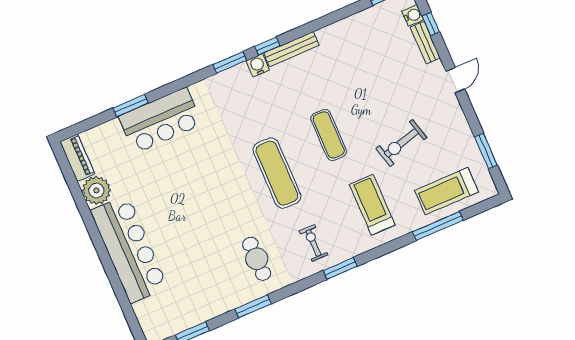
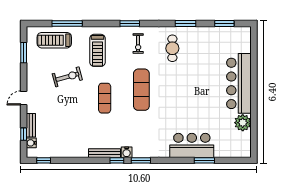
piano: (77, 158) -> (245, 145), removed
treadmill: (447, 191) -> (54, 40), turned 180

